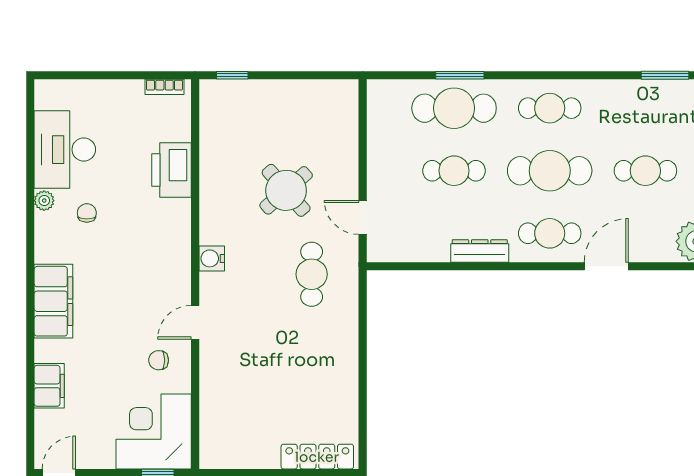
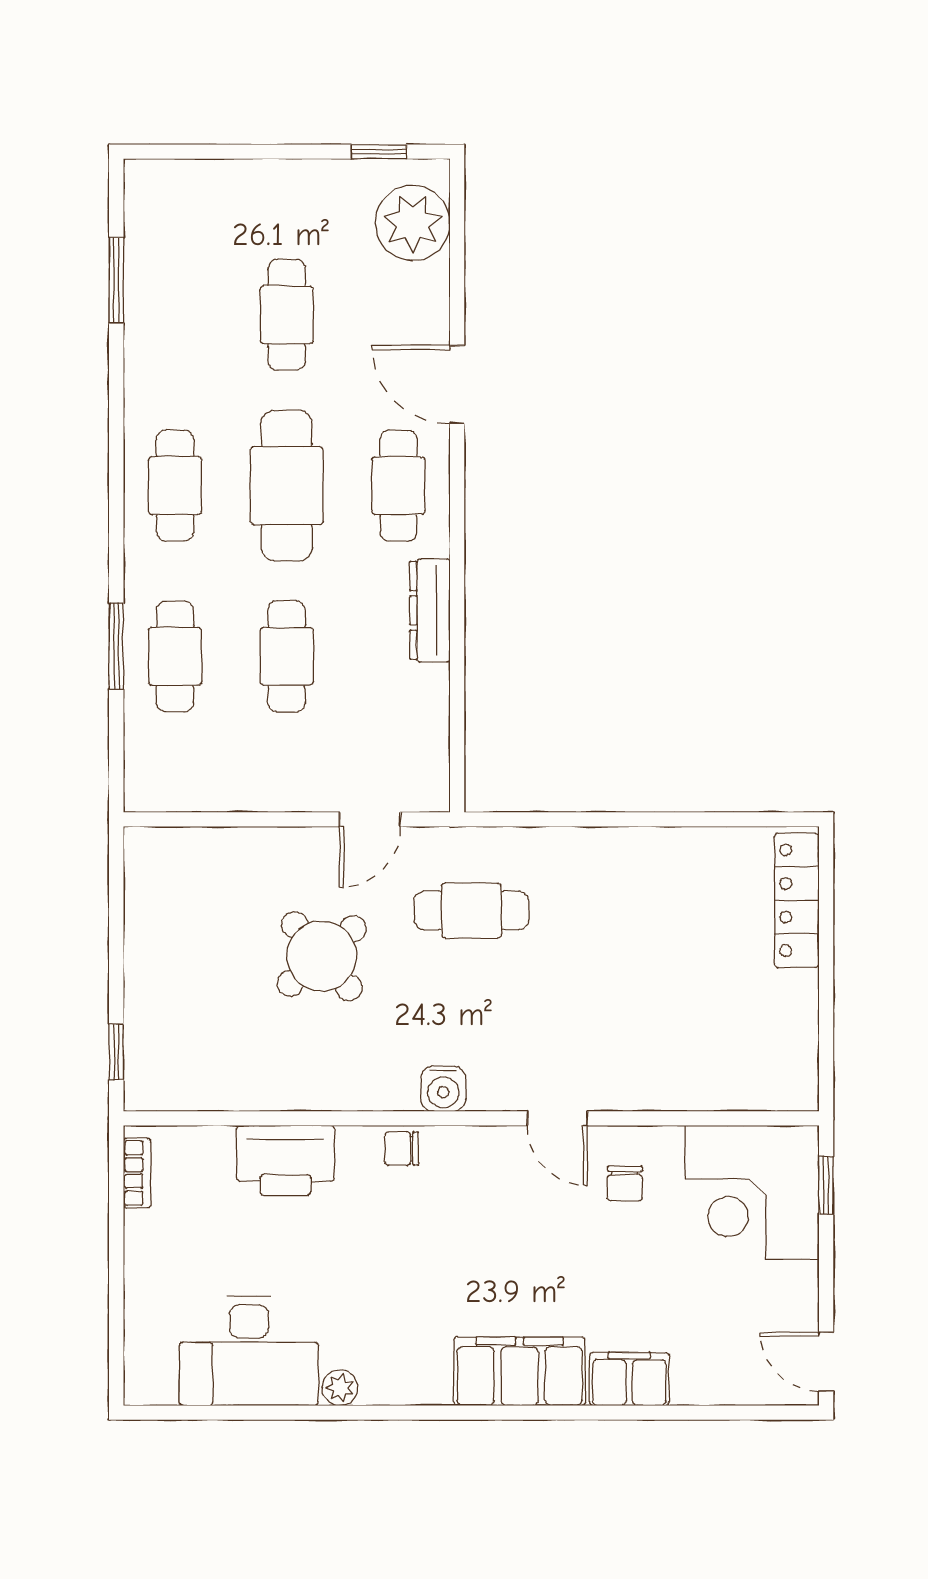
cafe table: (454, 108) -> (175, 656), width x0.73, depth x0.74
chair: (87, 213) -> (402, 1149), moved
filing cabinet: (49, 386) -> (629, 1379), moved

